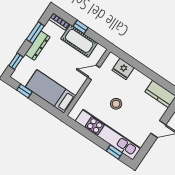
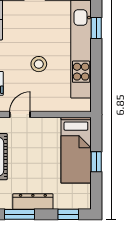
door: (94, 73) -> (20, 115), swing flipped
window: (24, 91) -> (96, 162), moved

